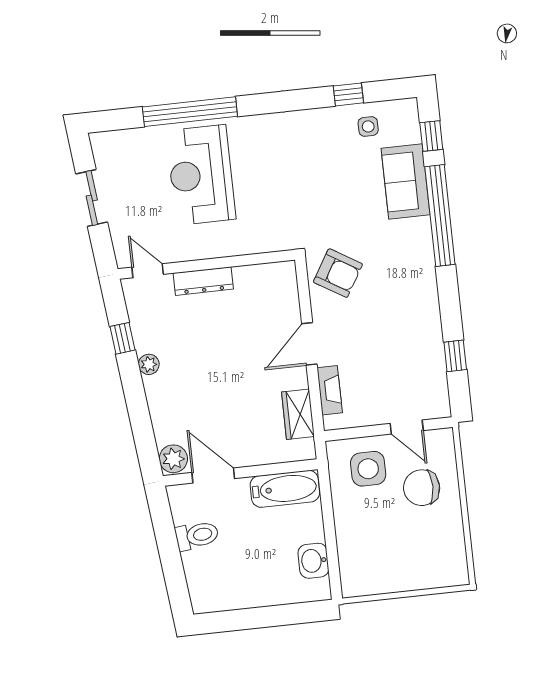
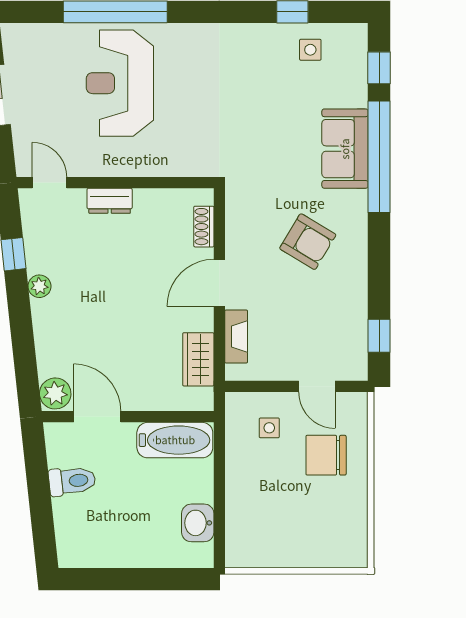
sofa: (405, 181) -> (345, 149), moved
armchair: (338, 273) -> (308, 242), moved
dresser: (203, 281) -> (110, 201), width x0.70
shoe rack: (290, 295) -> (204, 227), added
window: (455, 356) -> (379, 336), moved
side table: (368, 469) -> (269, 428), width x0.54, depth x0.54

